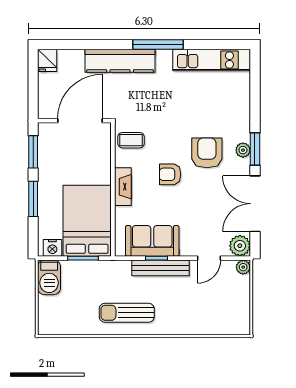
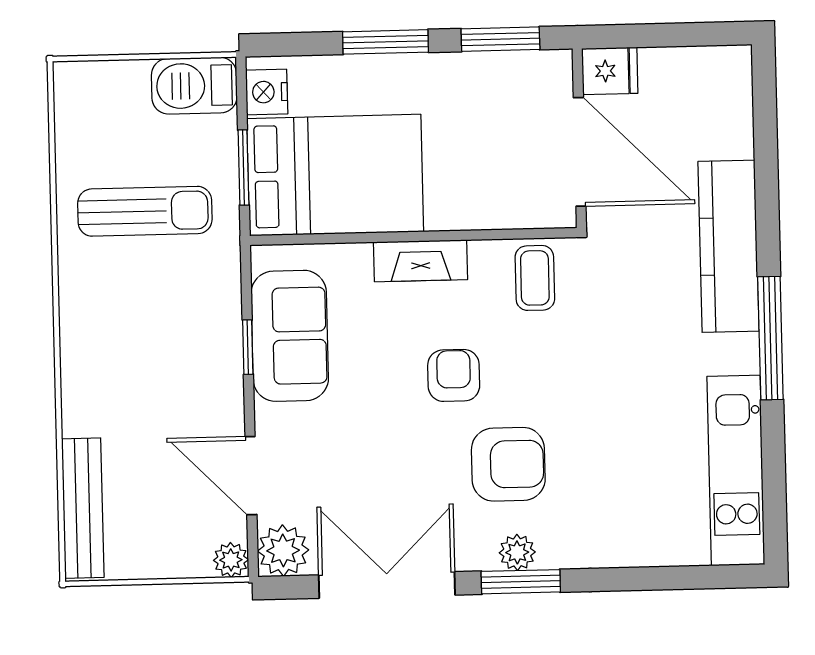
fridge: (47, 60) -> (610, 71), moved, turned 180
door: (209, 258) -> (251, 476), width x1.38
bench: (160, 268) -> (83, 508), moved
sun lounger: (127, 313) -> (145, 211), moved, turned 90

